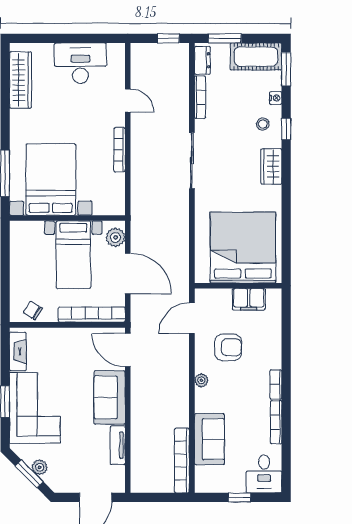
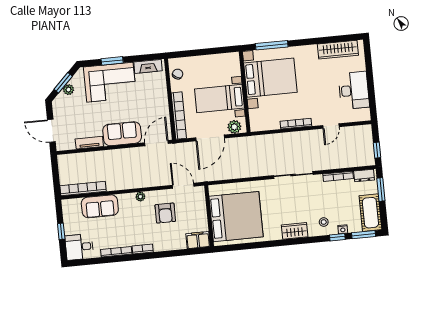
window: (286, 129) -> (337, 237), moved
filing cabinet: (249, 299) -> (198, 240), moved, turned 90

